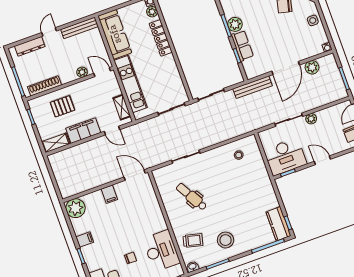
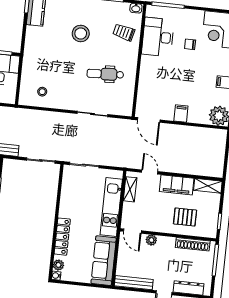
dental chair: (191, 197) -> (105, 74), turned 117
stool: (226, 240) -> (81, 34), moved

